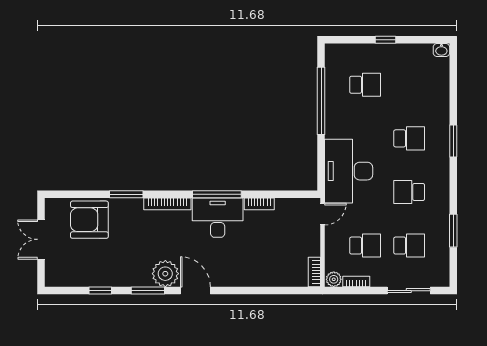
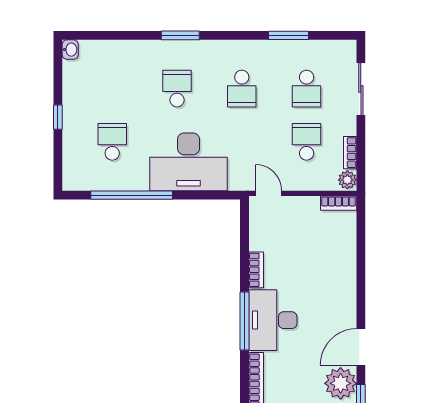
desk: (349, 171) -> (189, 162), moved
school desk: (409, 246) -> (307, 89), turned 180

